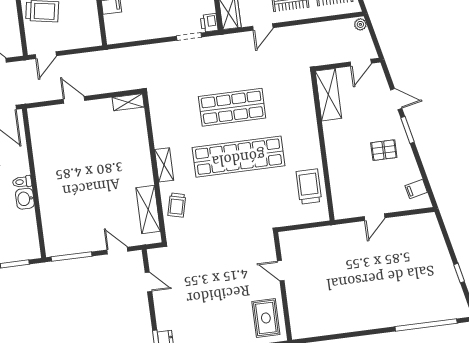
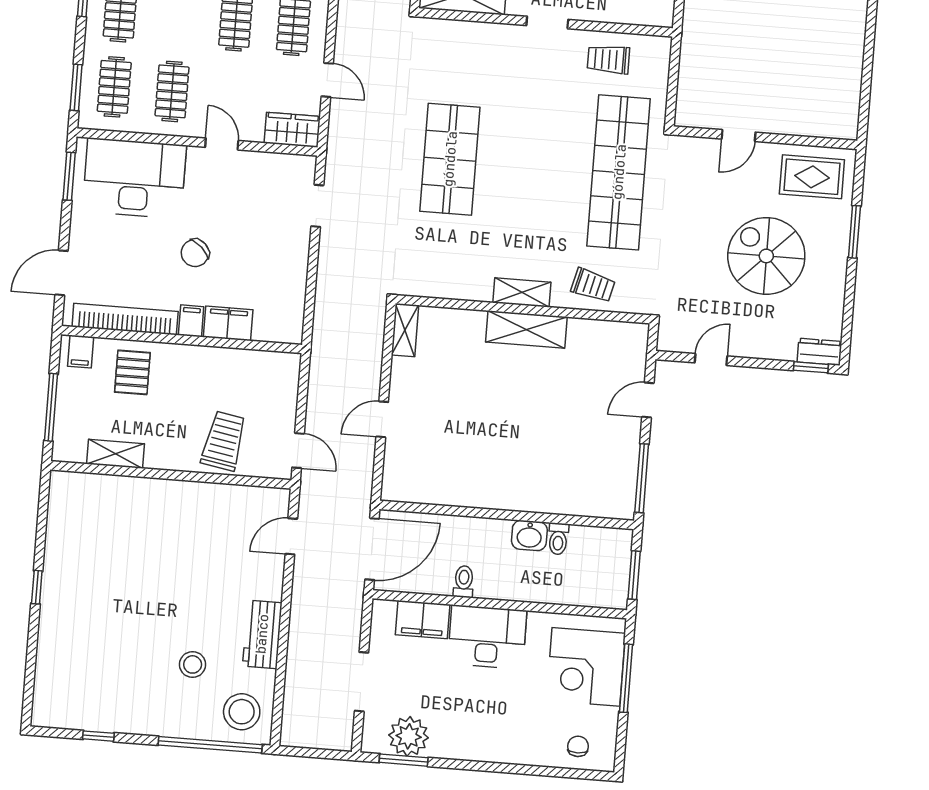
printer: (209, 23) -> (301, 168), removed
doorway: (323, 147) -> (547, 23), added
shop shelf: (238, 157) -> (619, 172), moved
toilet: (22, 182) -> (558, 539), moved
trolley: (309, 186) -> (608, 59), width x0.73, depth x0.72
shelving: (148, 210) -> (526, 330), moved
spiral stairs: (215, 301) -> (766, 256), added

